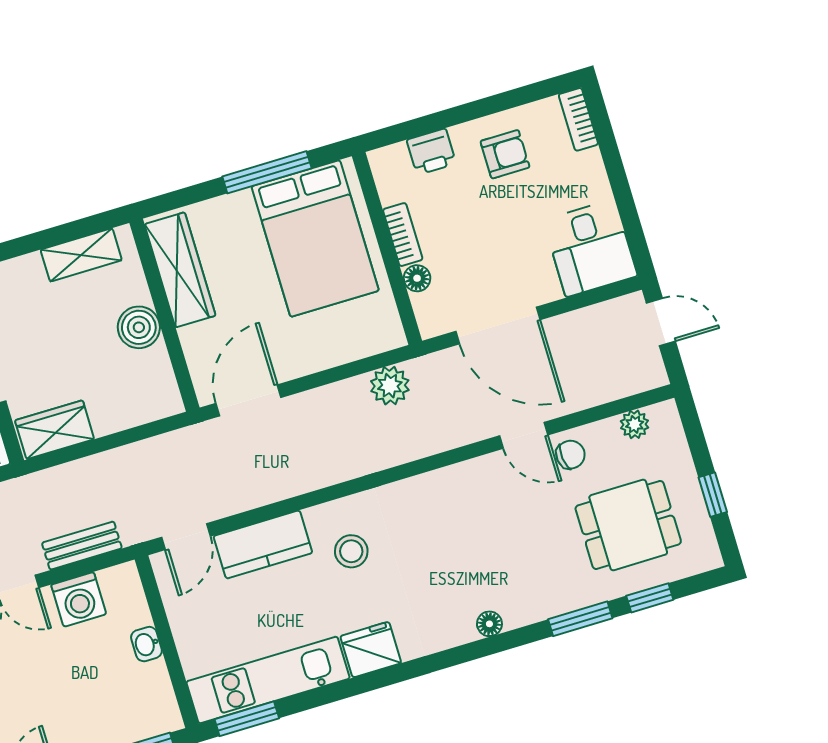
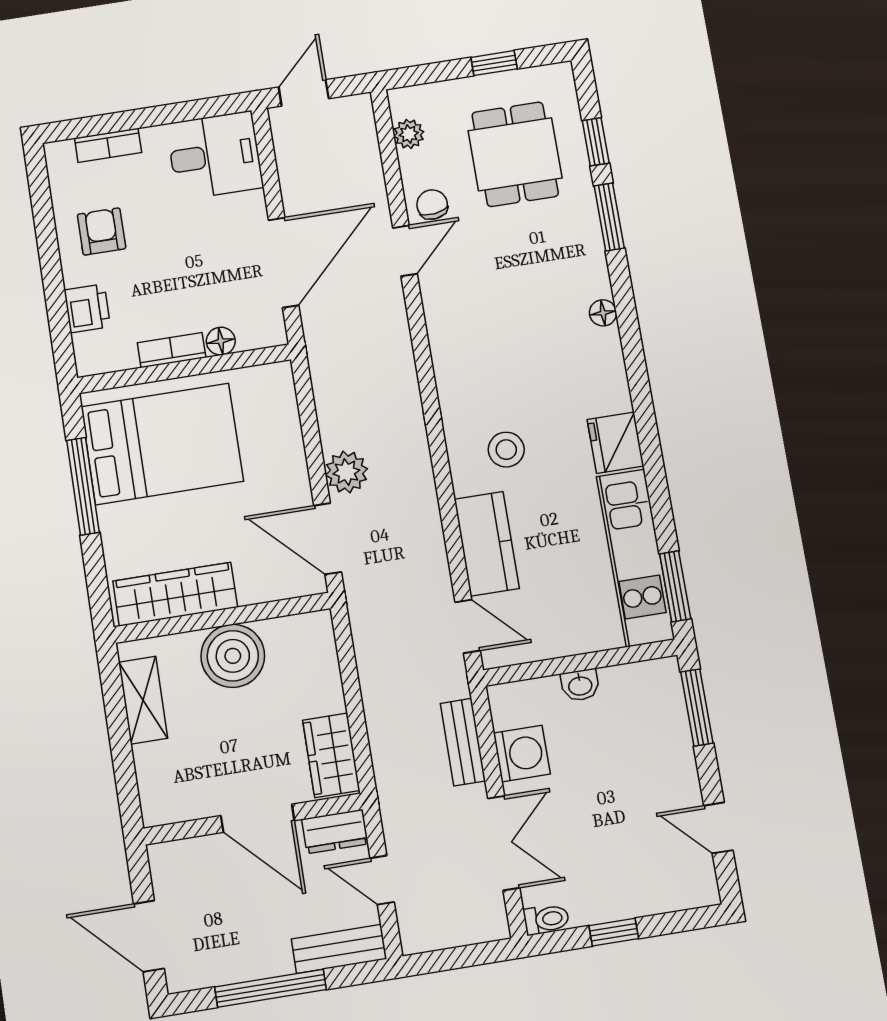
bookcase: (578, 119) -> (108, 145), moved
boiler: (139, 327) -> (233, 656), width x1.37, depth x1.37
plant: (390, 386) -> (346, 472), moved

